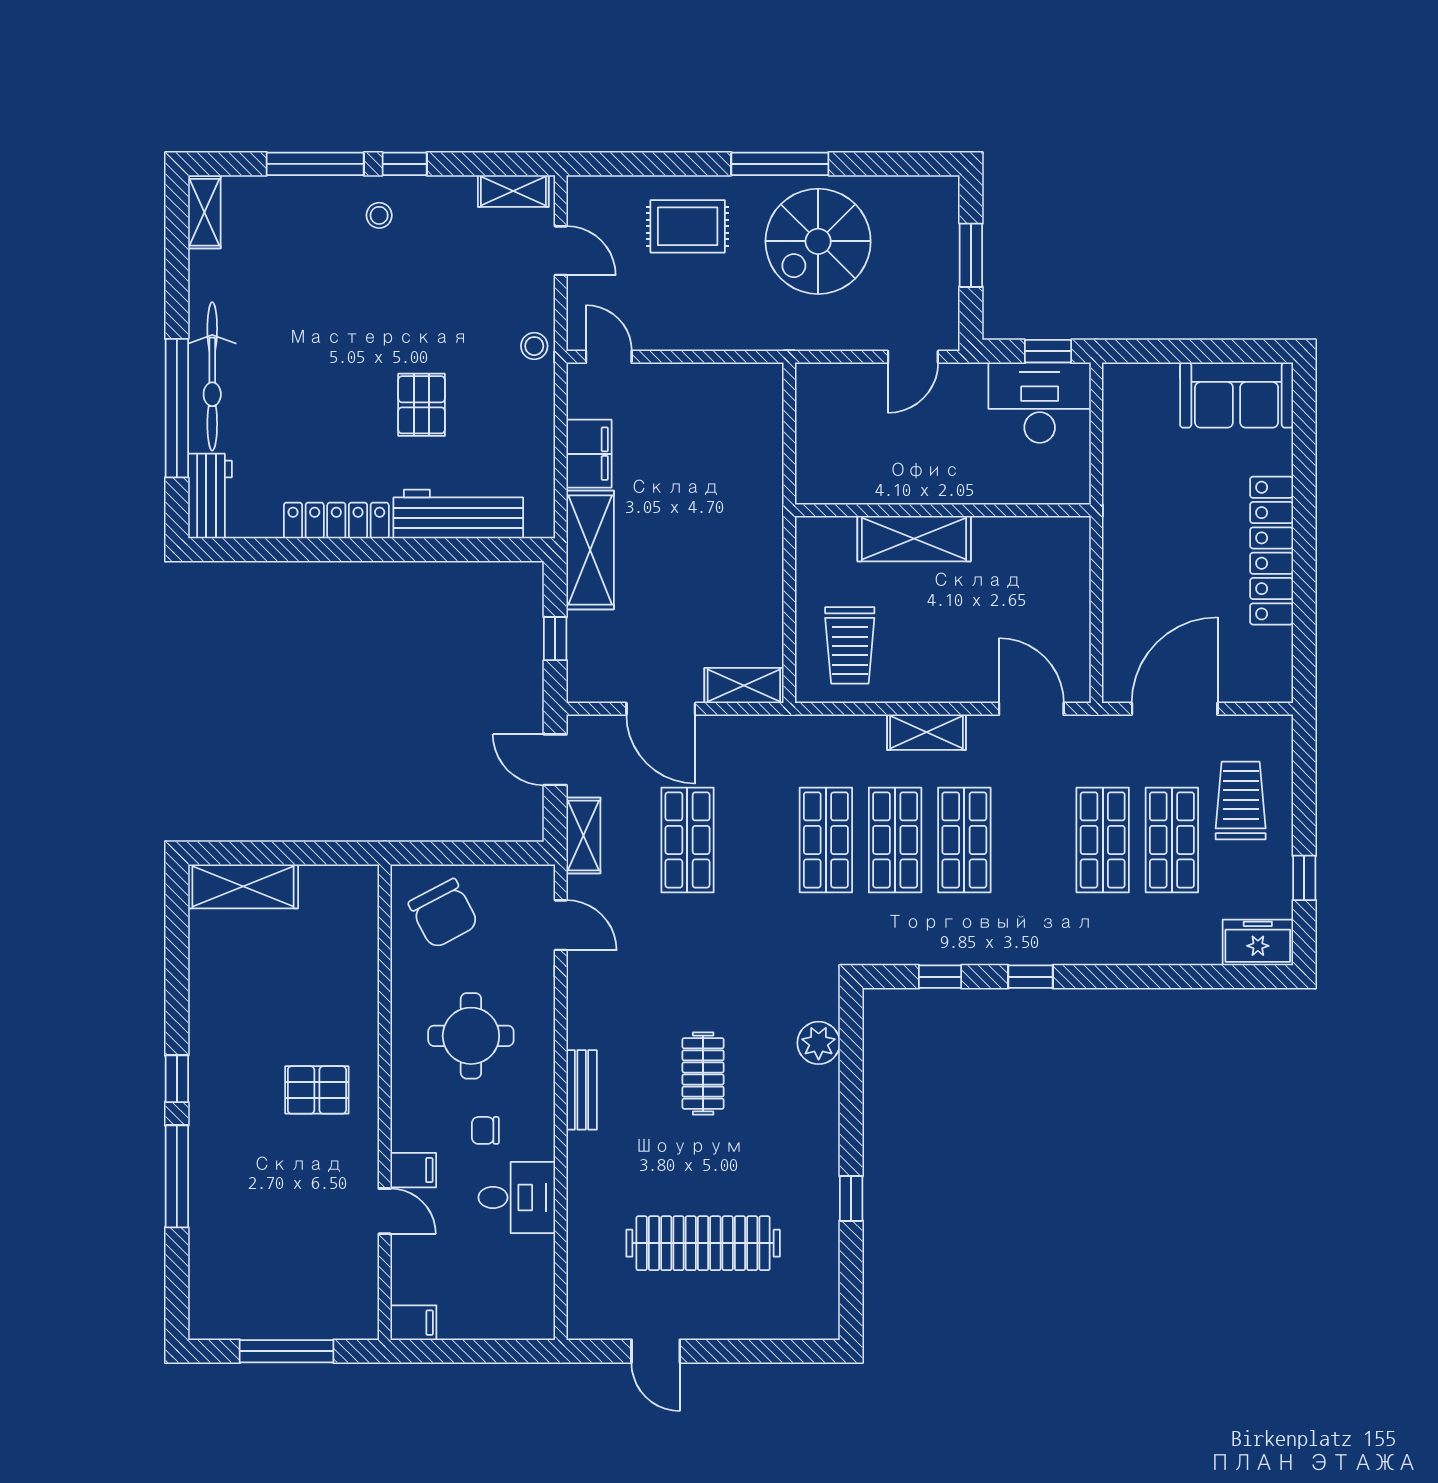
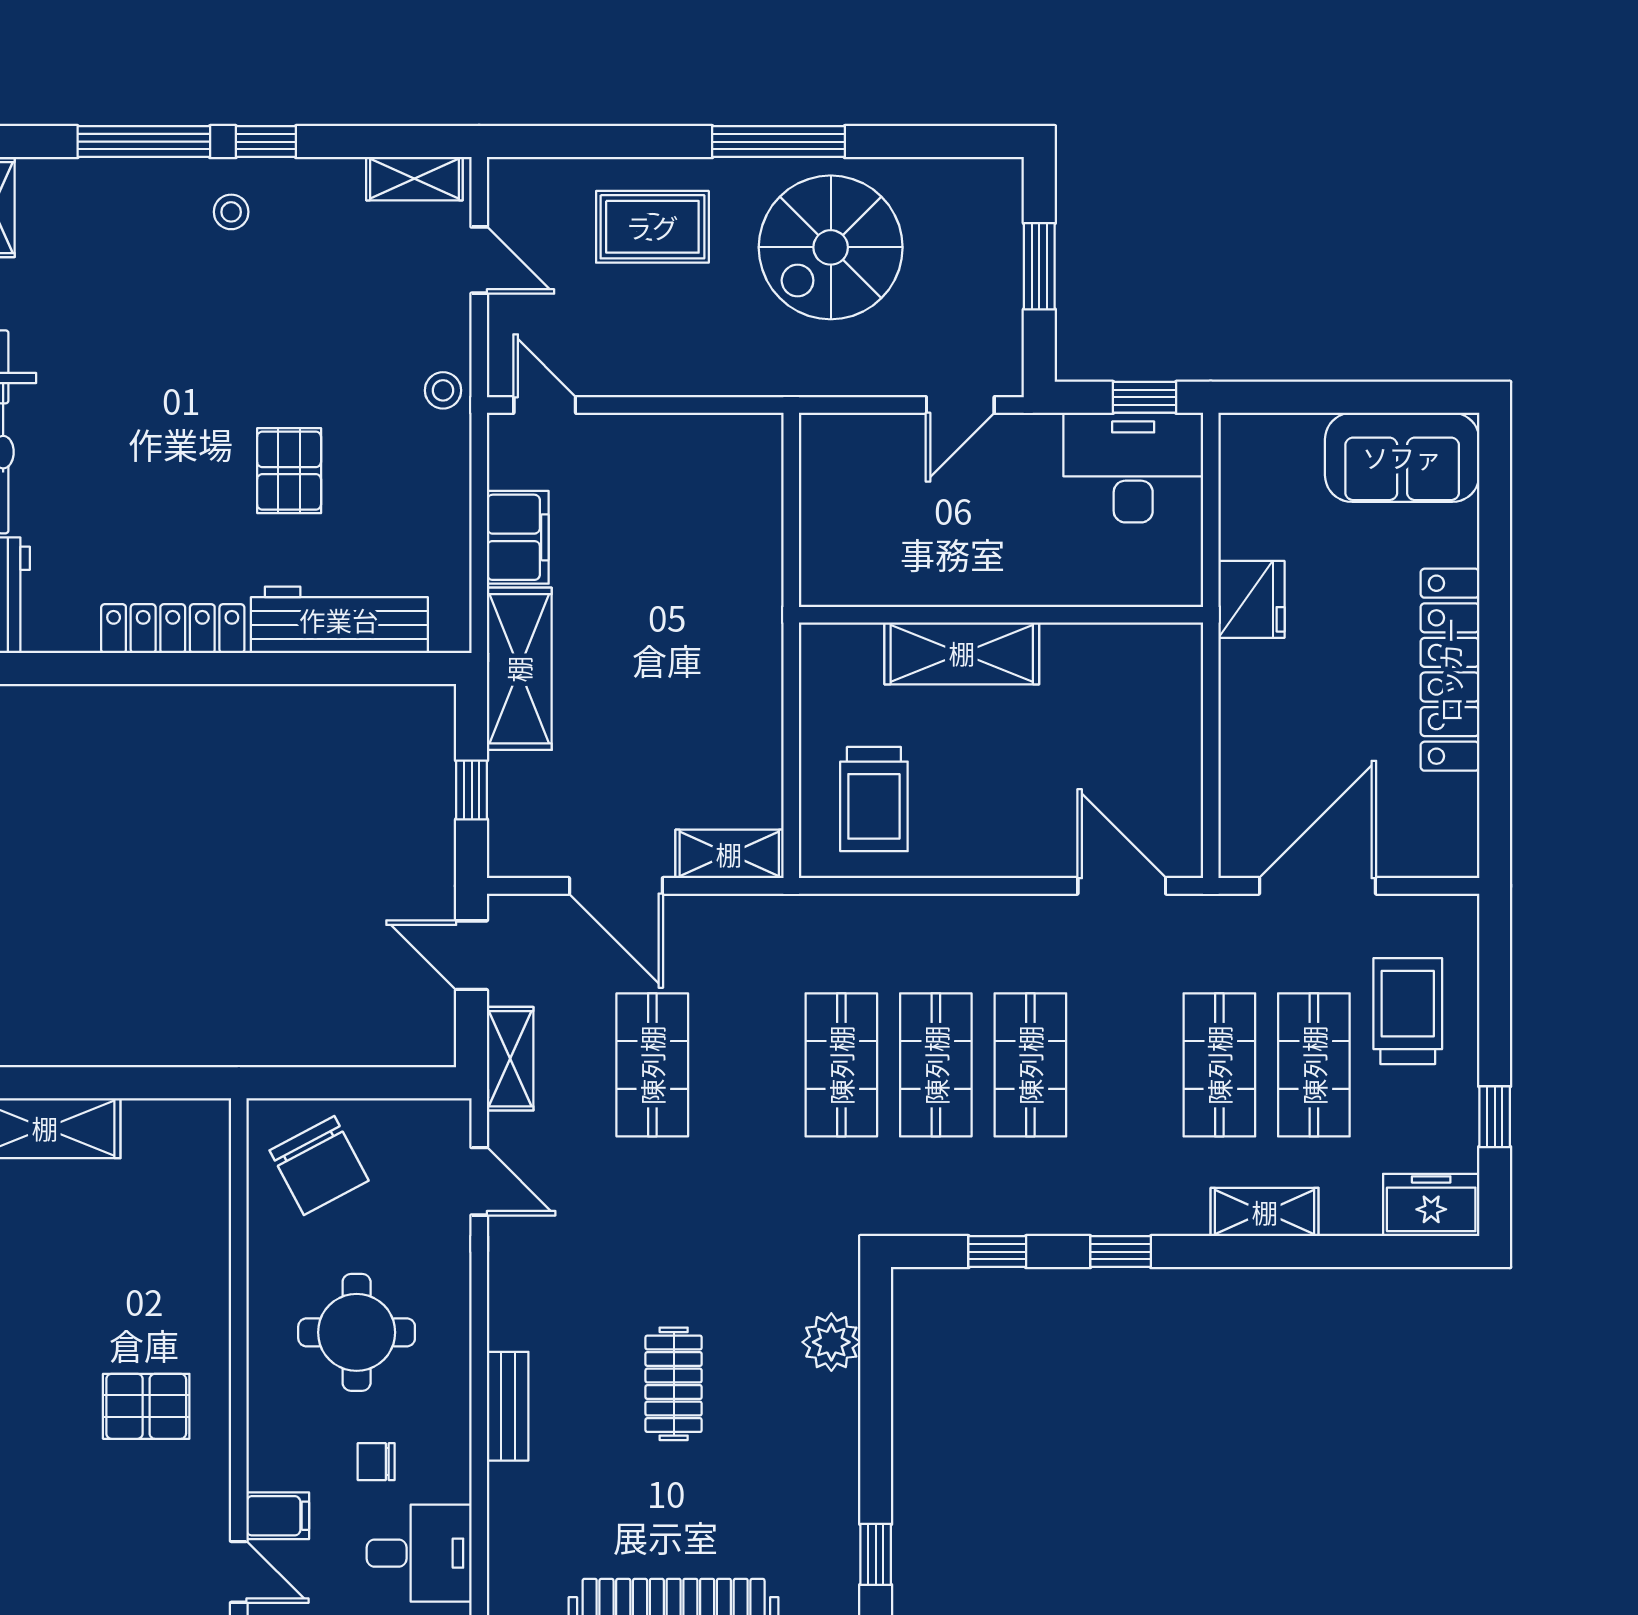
fridge: (1126, 499) -> (1251, 599), added
shelving: (927, 732) -> (1265, 1212), moved

